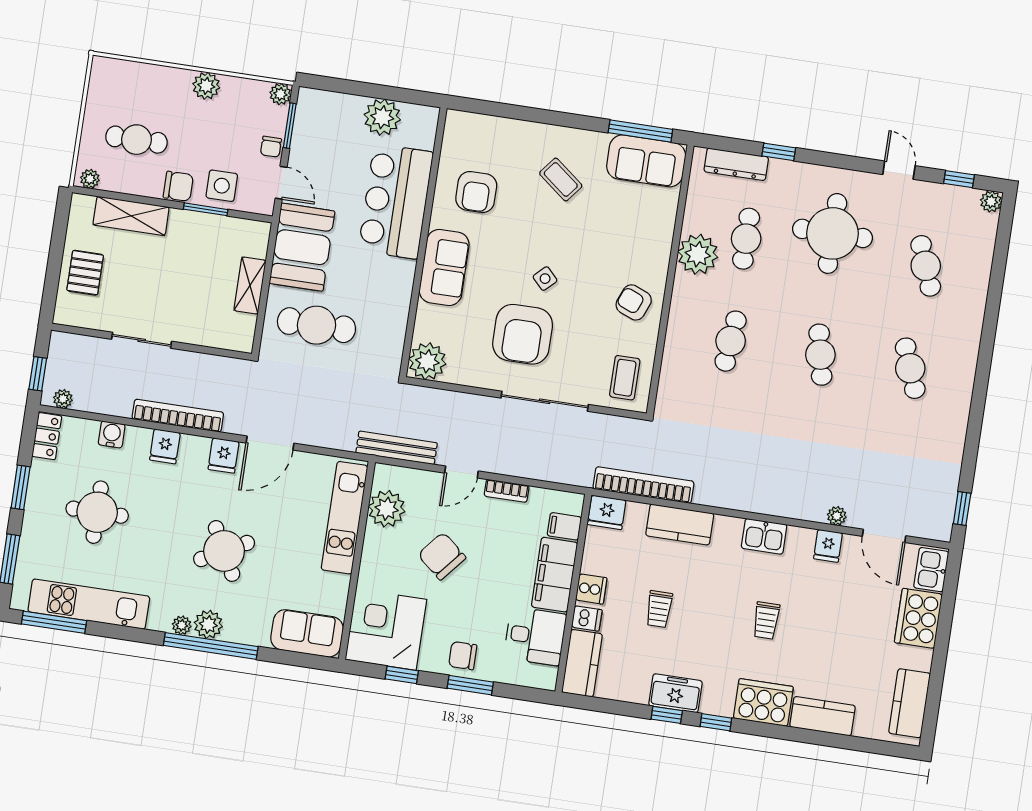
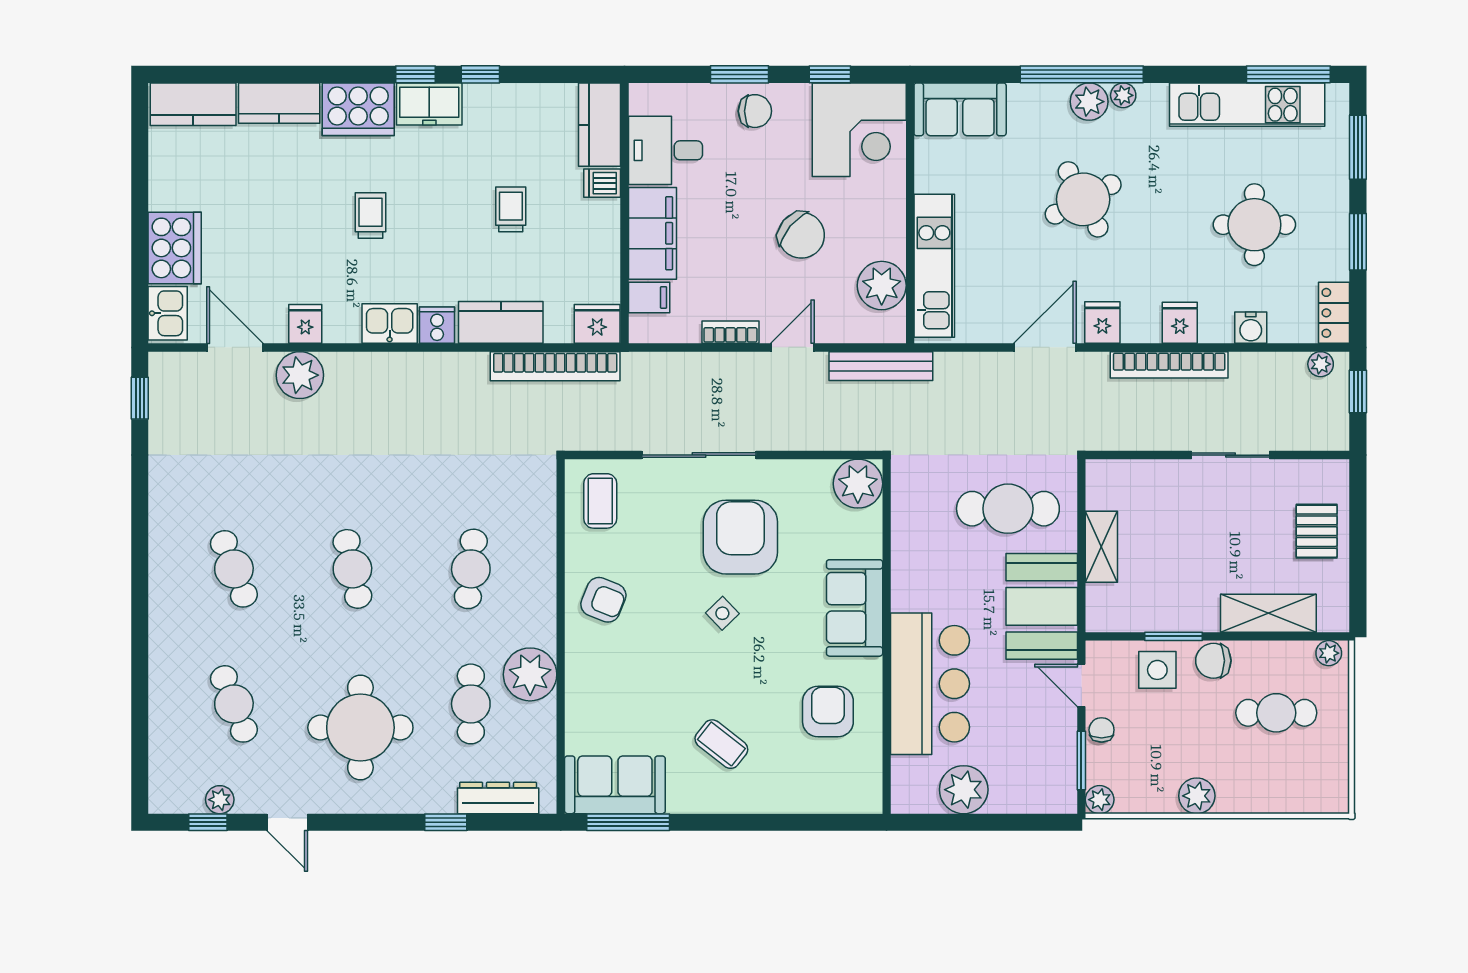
plant: (991, 201) -> (220, 800), moved
plant: (837, 516) -> (300, 375), width x1.88, depth x1.88
cooker: (591, 589) -> (437, 325), moved, turned 90
freezer: (676, 693) -> (429, 104), moved
kitchen counter: (910, 703) -> (193, 104), moved, turned 90

